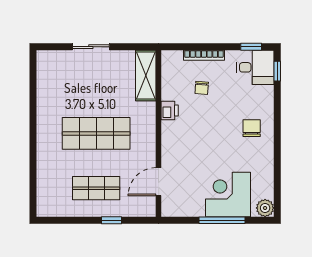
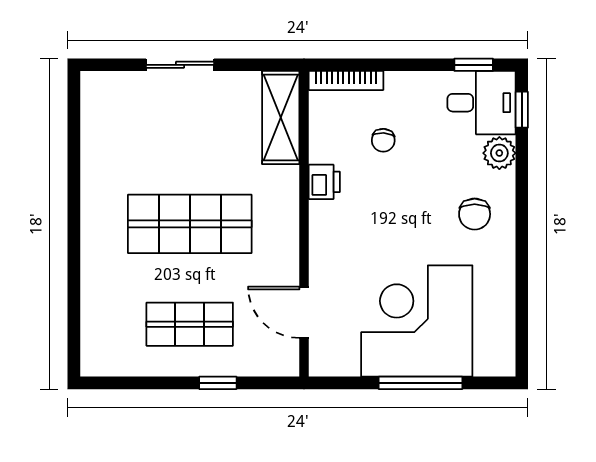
bookcase: (204, 55) -> (346, 81), moved
chair: (252, 128) -> (475, 214), turned 180
door: (159, 182) -> (304, 312), hinge flipped
corner desk: (228, 195) -> (417, 321), width x1.36, depth x1.36
plant: (265, 208) -> (499, 153), moved

